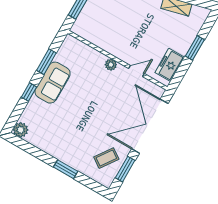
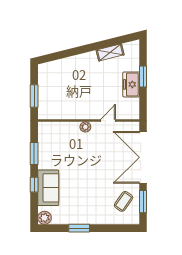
freezer: (170, 65) -> (131, 84), moved
sofa: (53, 83) -> (48, 188), moved
window: (66, 169) -> (79, 228), moved

